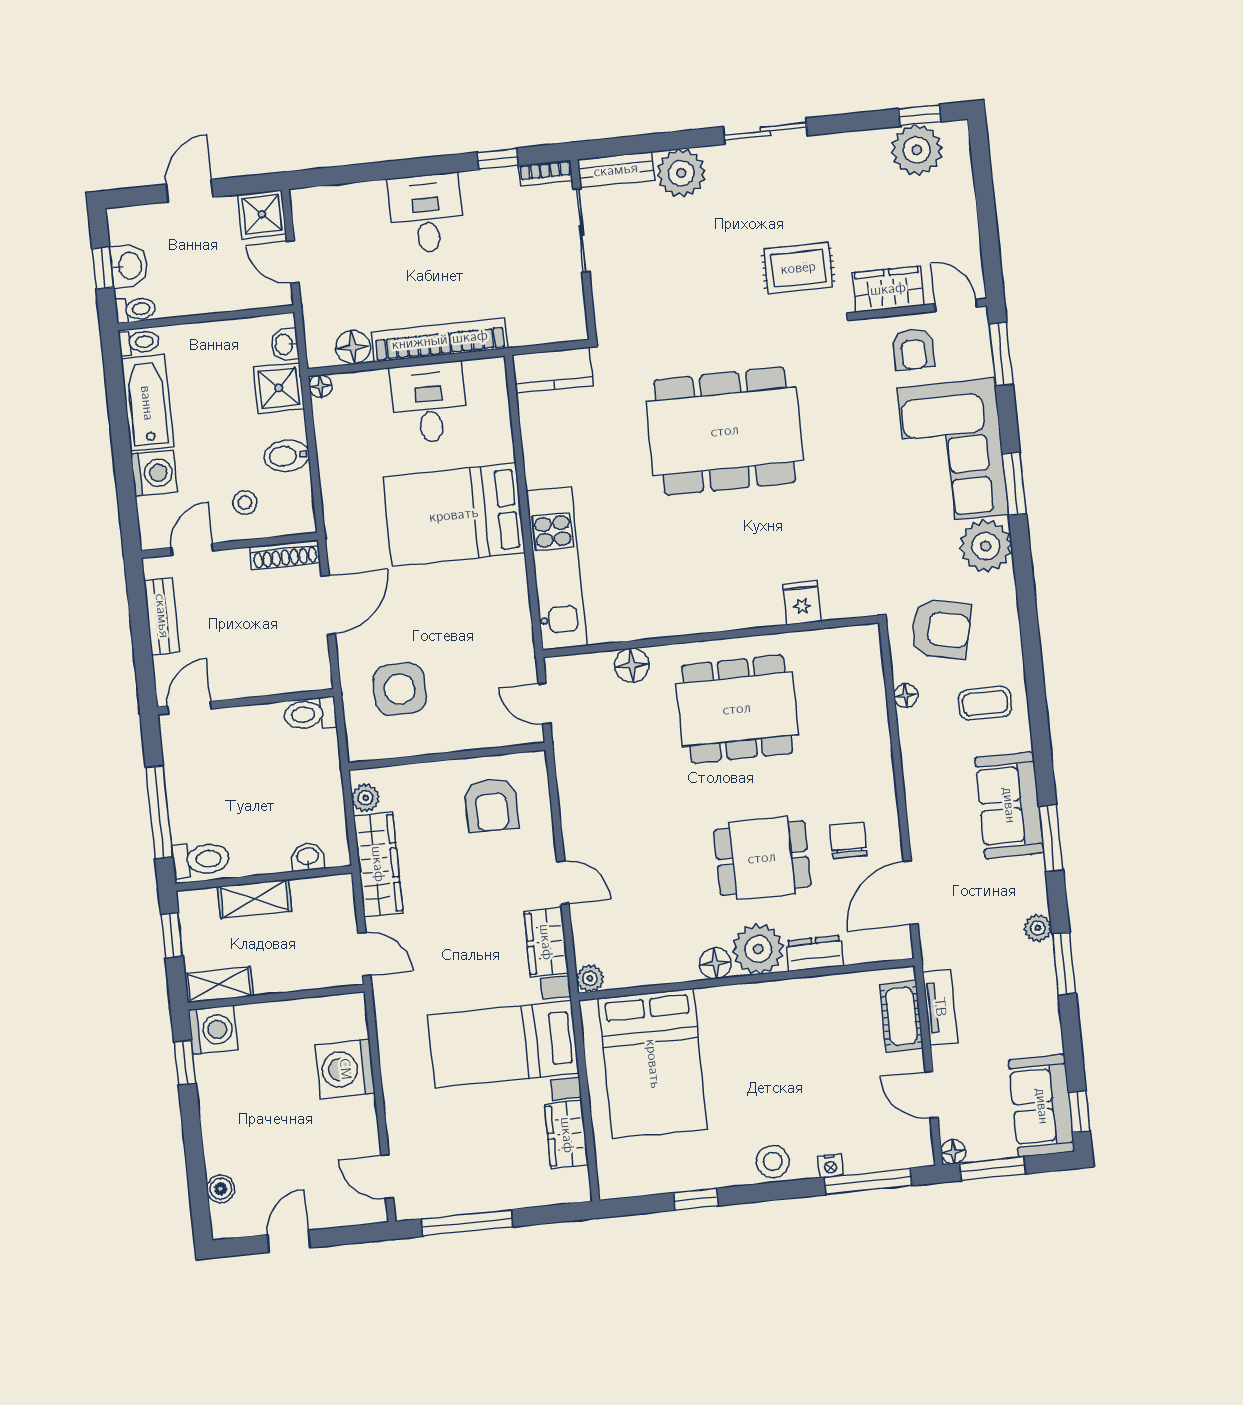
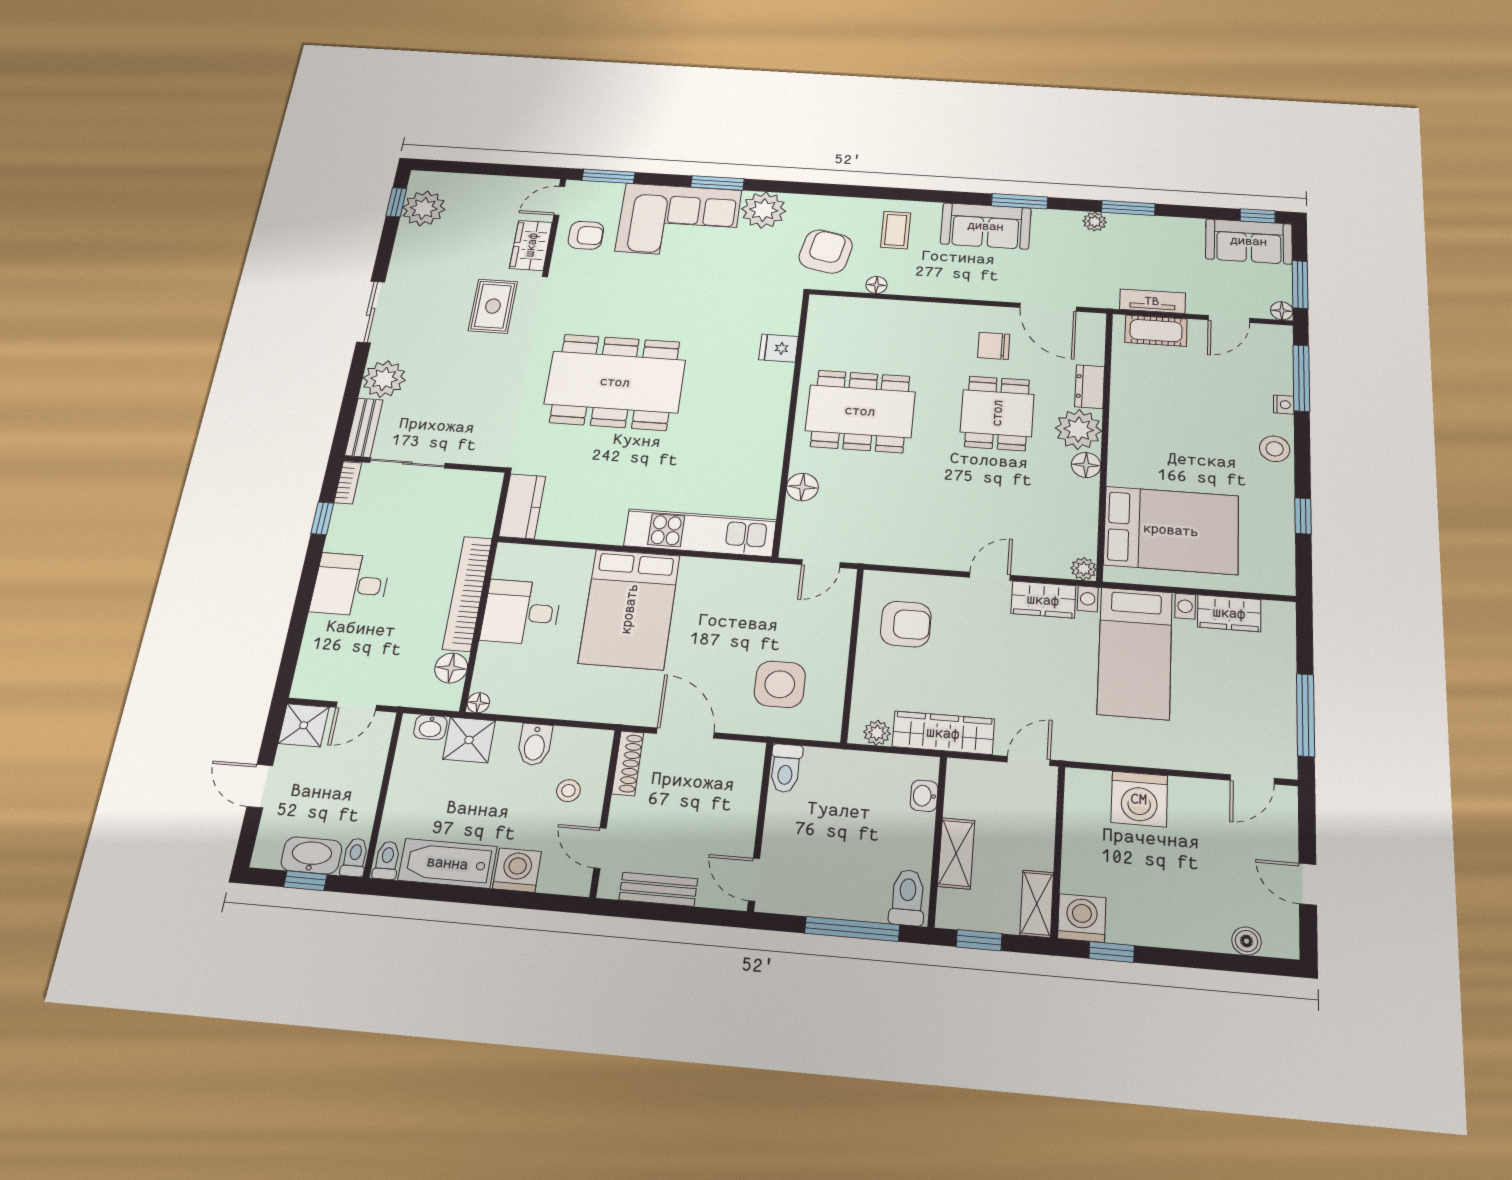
washbasin: (129, 266) -> (311, 855), width x1.38
dining table: (725, 431) -> (615, 382), turned 90
dining table: (737, 709) -> (860, 411), turned 90

